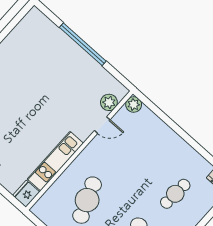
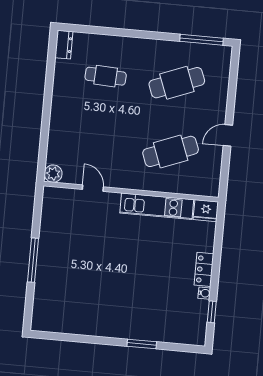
window: (83, 44) -> (33, 260), width x0.68
plant: (109, 102) -> (68, 197), removed

